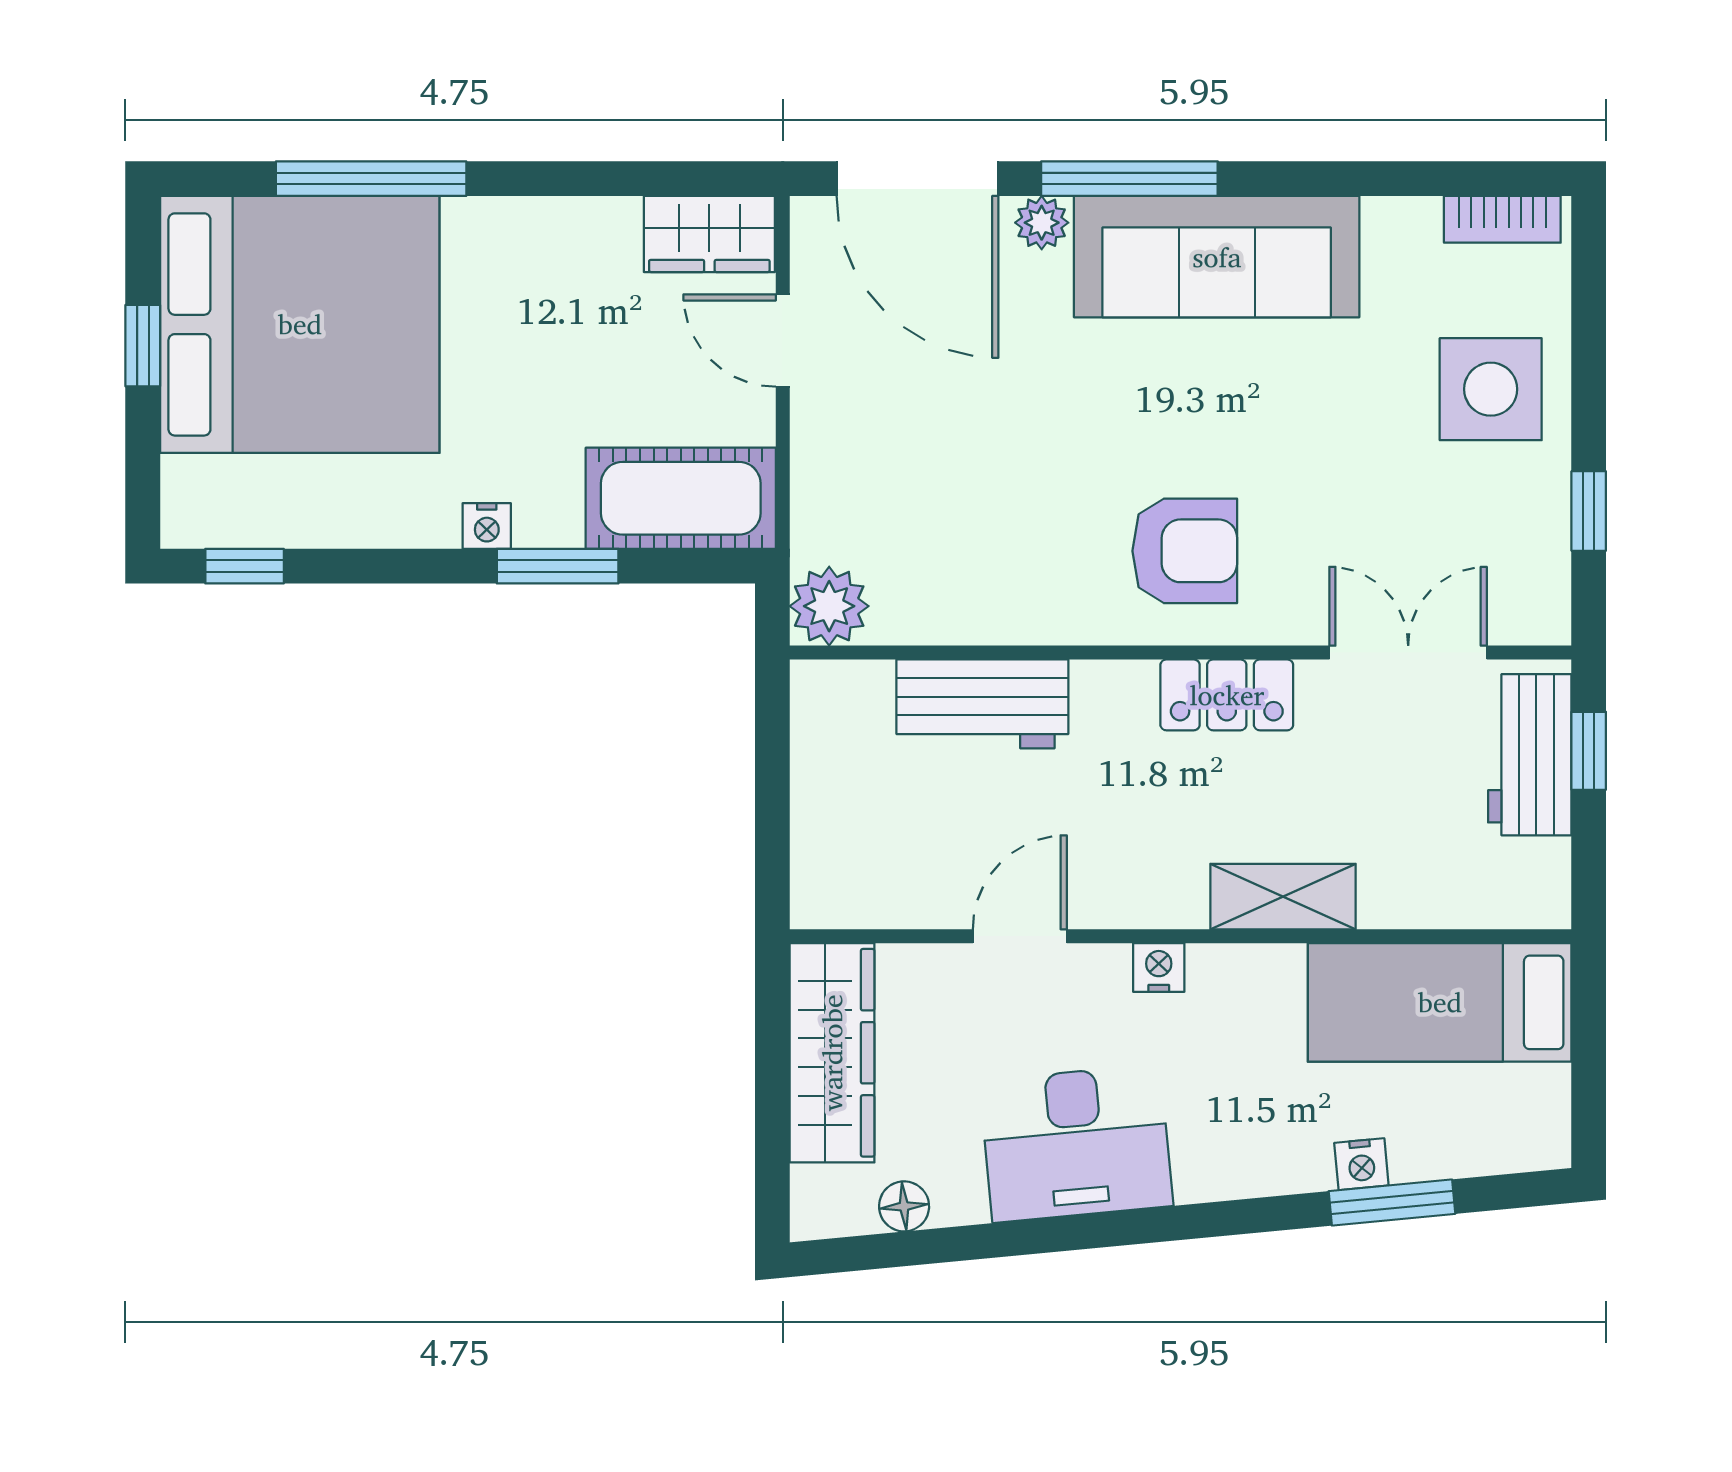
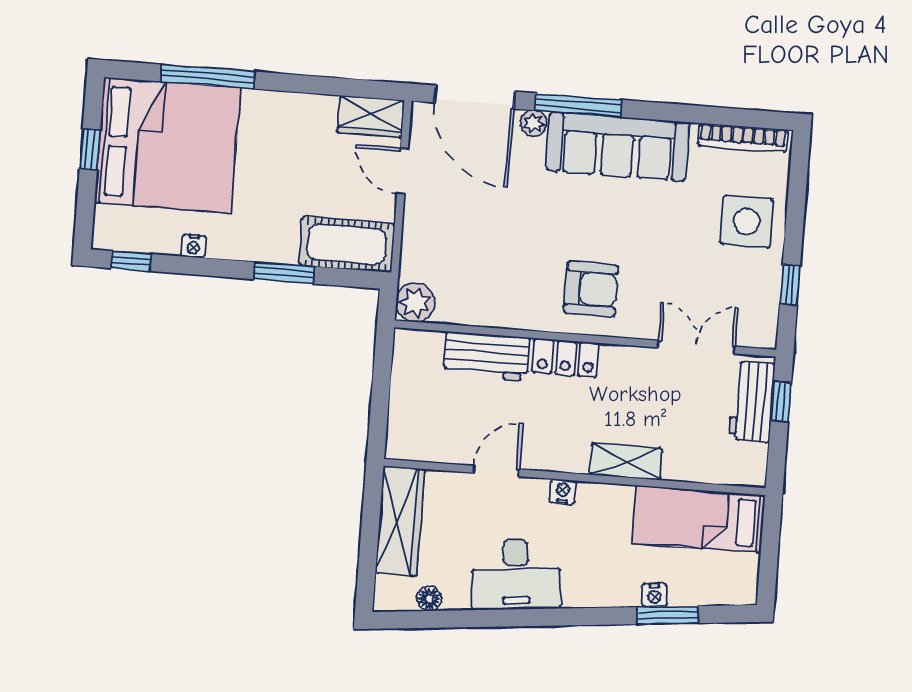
bookcase: (1502, 219) -> (743, 138), width x1.56
nightstand: (487, 526) -> (194, 246), moved
locker: (1227, 695) -> (566, 358), moved

